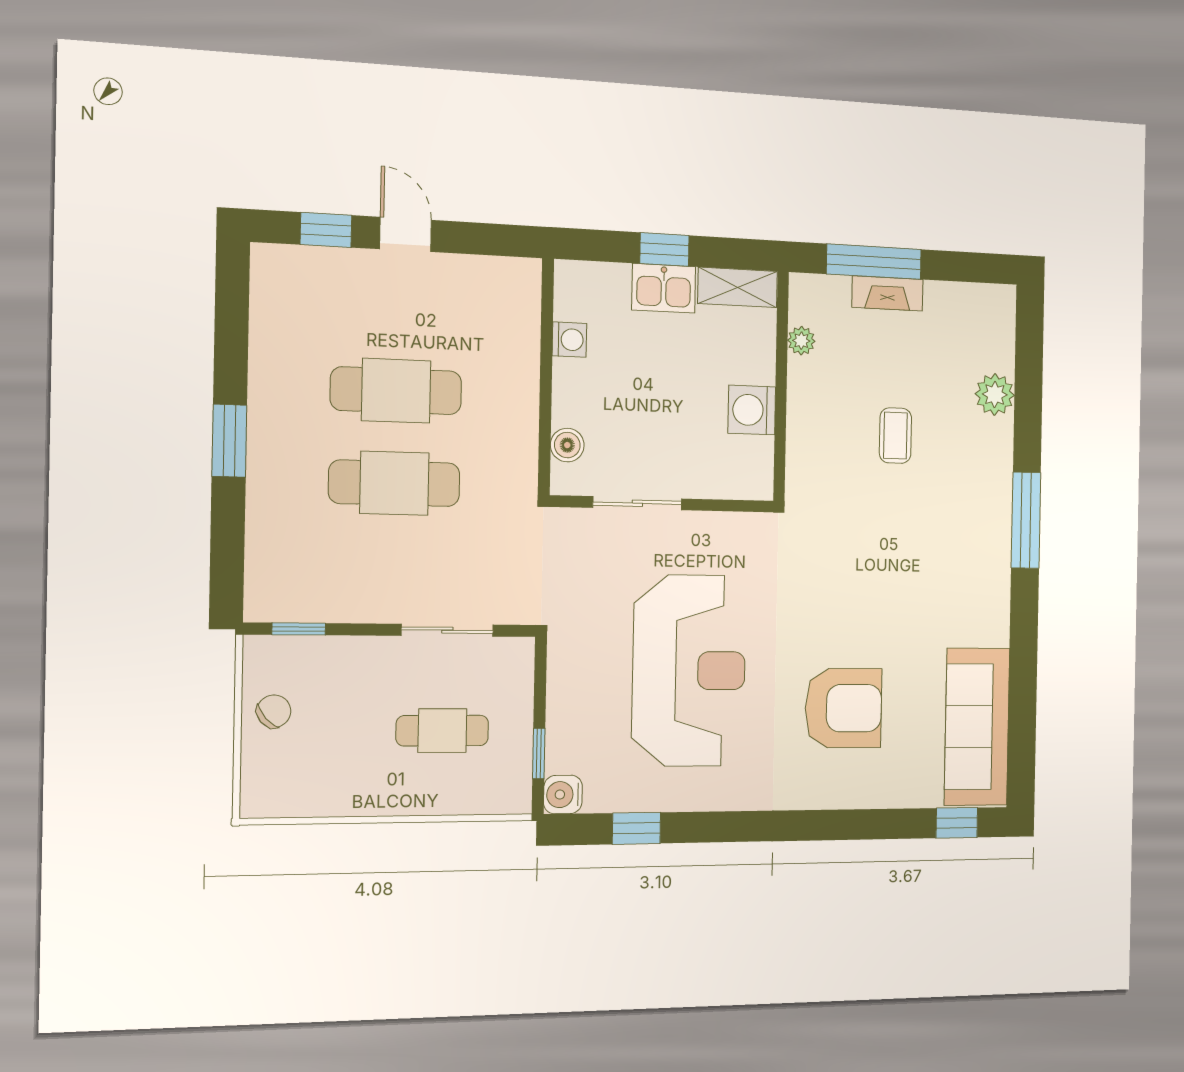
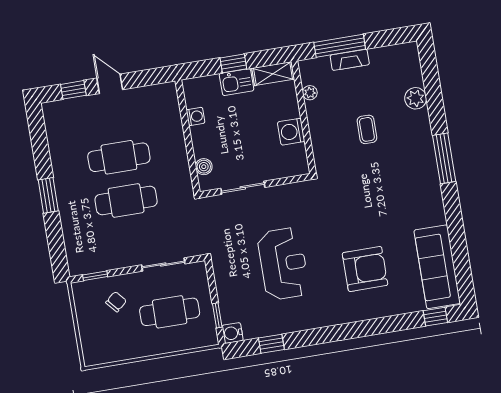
reception desk: (689, 671) -> (283, 264), width x0.74, depth x0.77
chair: (274, 711) -> (116, 302), moved
cafe table: (442, 731) -> (170, 312), width x1.37, depth x1.35

